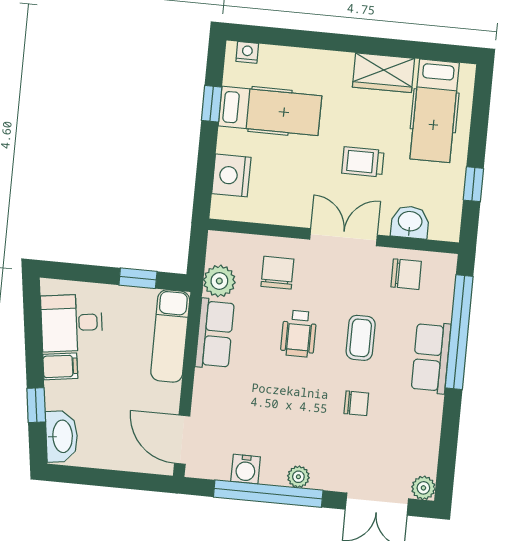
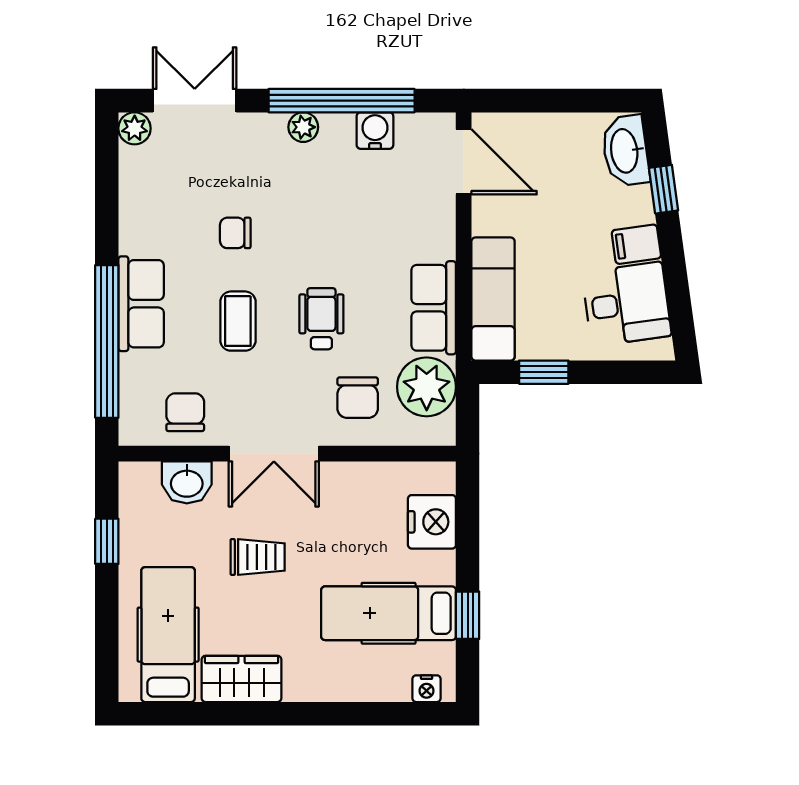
chair: (406, 274) -> (185, 412), turned 90
plant: (219, 281) -> (427, 387), width x1.36, depth x1.36

